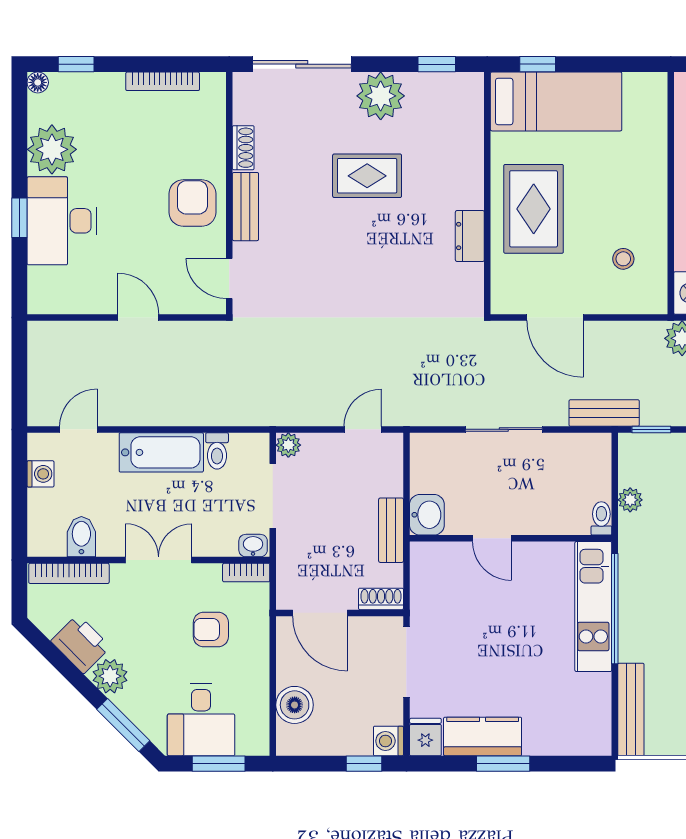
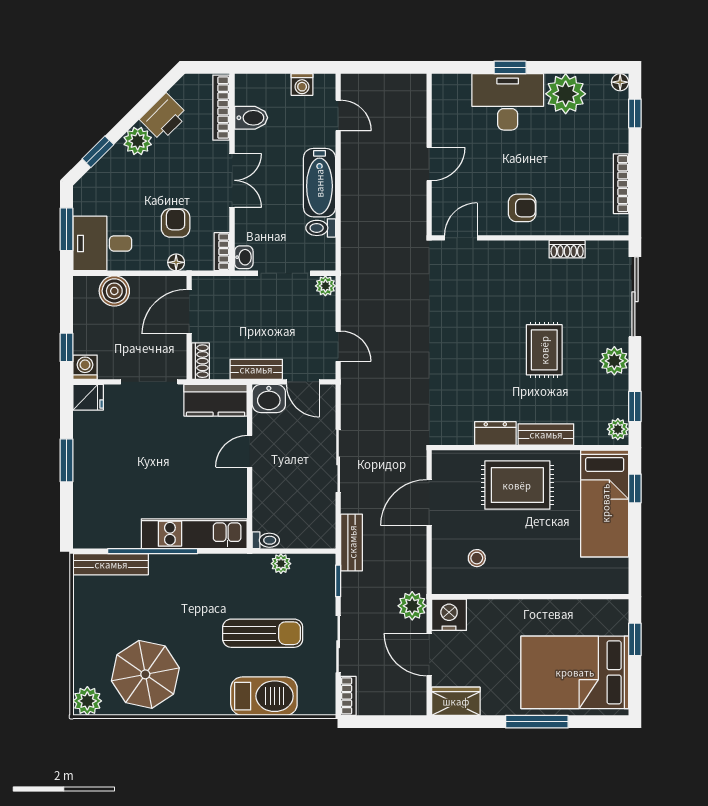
plant: (465, 85) -> (618, 429), added
plant: (381, 96) -> (614, 361), width x0.73, depth x0.73
armchair: (192, 203) -> (522, 208), width x0.72, depth x0.72
bench: (245, 207) -> (546, 434), moved
door: (406, 473) -> (303, 382), added
window: (615, 609) -> (153, 551), moved
floor lamp: (259, 629) -> (176, 262), added
desk: (201, 720) -> (102, 243), moved
window: (123, 725) -> (98, 152), width x0.67
kitchen counter: (483, 736) -> (216, 400), moved, turned 90

